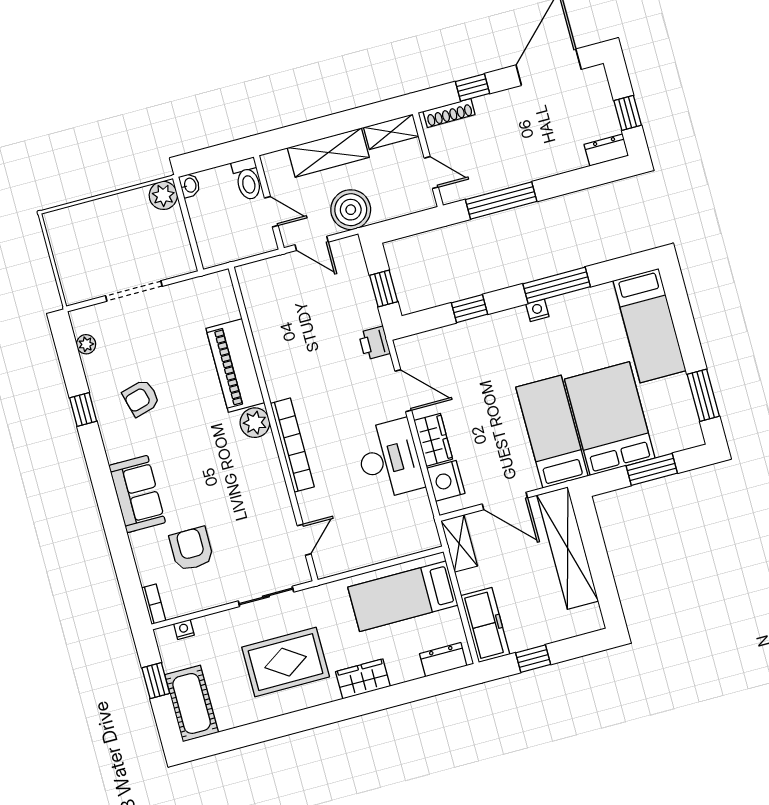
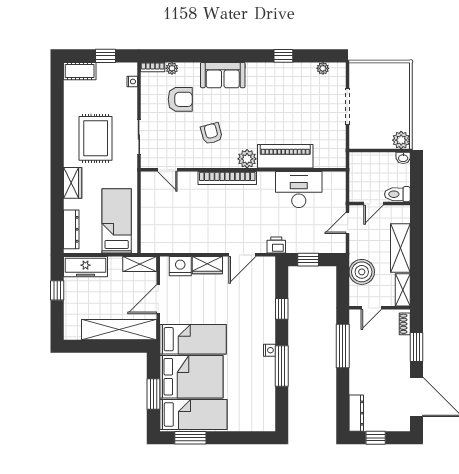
window: (472, 88) -> (417, 347), width x1.50
shoe rack: (449, 113) -> (405, 324), width x0.70
dresser: (606, 150) -> (356, 413), width x1.44
boiler: (351, 210) -> (362, 272), moved
bed: (649, 326) -> (193, 414), moved, turned 180
armchair: (141, 398) -> (212, 133), moved
desk: (389, 459) -> (299, 190), moved, turned 180
plant: (148, 574) -> (172, 68), added
dresser: (443, 660) -> (71, 229), width x1.44
cot: (192, 703) -> (80, 71), width x0.73, depth x0.75

